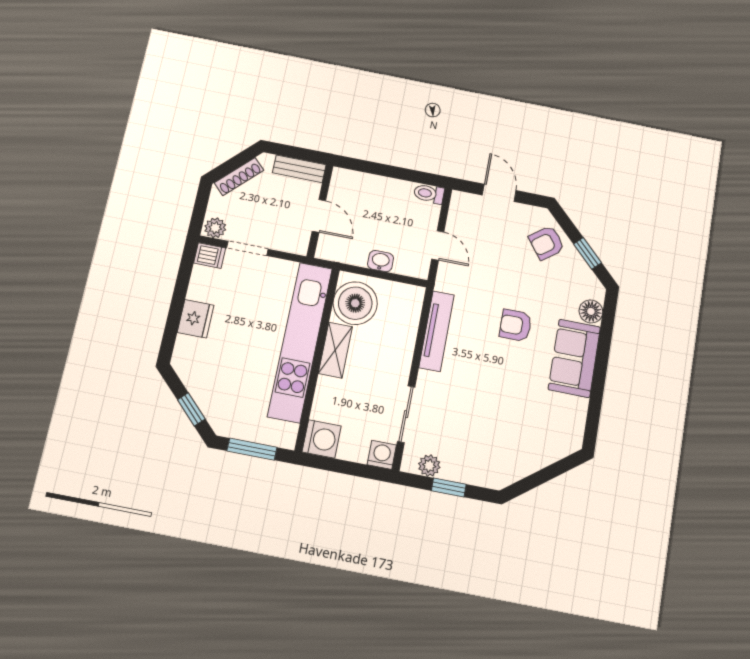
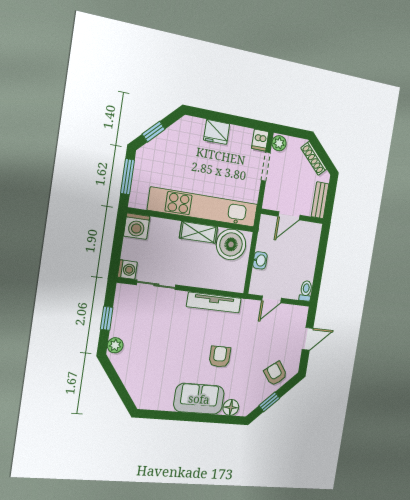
plant: (429, 466) -> (115, 345), moved

